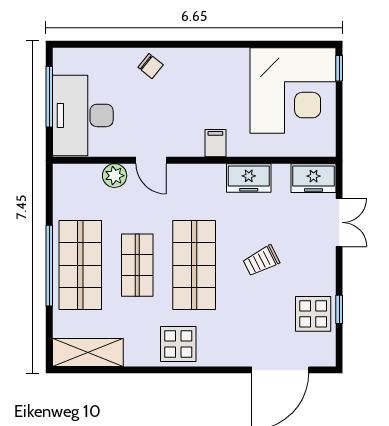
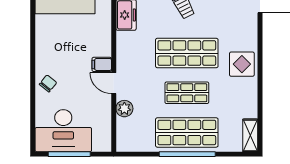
desk: (83, 115) -> (63, 131), moved
filing cabinet: (215, 143) -> (102, 64), moved
door: (151, 160) -> (114, 83), swing flipped
shelving: (88, 352) -> (250, 135), width x0.67, depth x0.75

